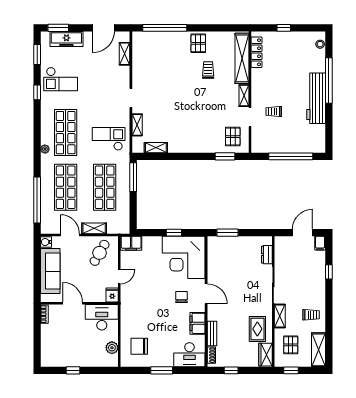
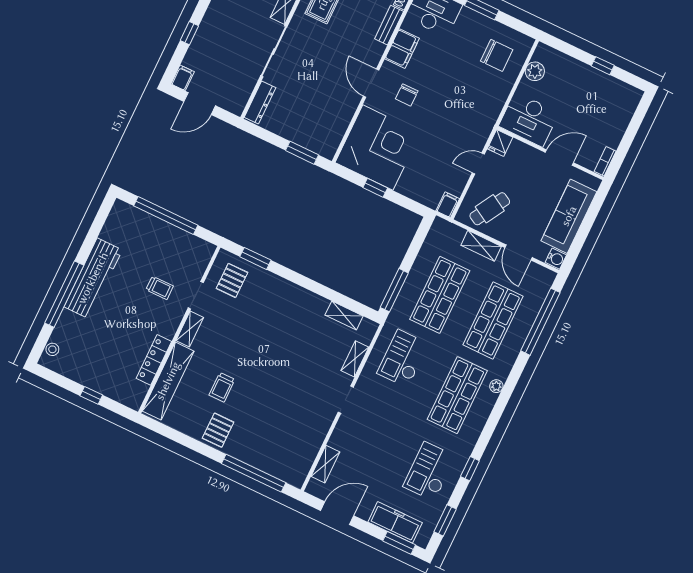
locker: (257, 52) -> (154, 360), moved
checkout: (61, 79) -> (429, 471), turned -90
checkout: (109, 139) -> (403, 359), turned 90
filing cabinet: (131, 243) -> (448, 205), width x0.50
dresser: (267, 255) -> (260, 103), width x1.44
door: (73, 303) -> (559, 158), swing flipped

